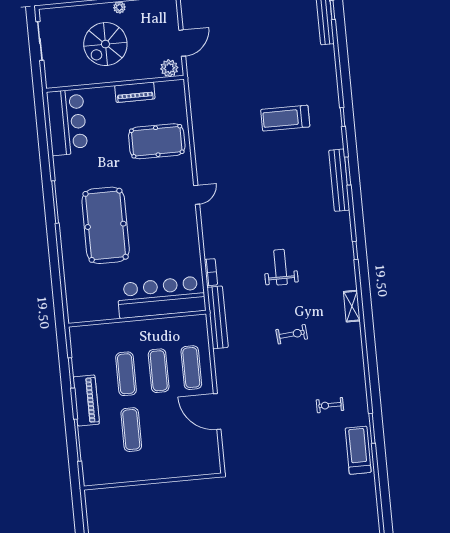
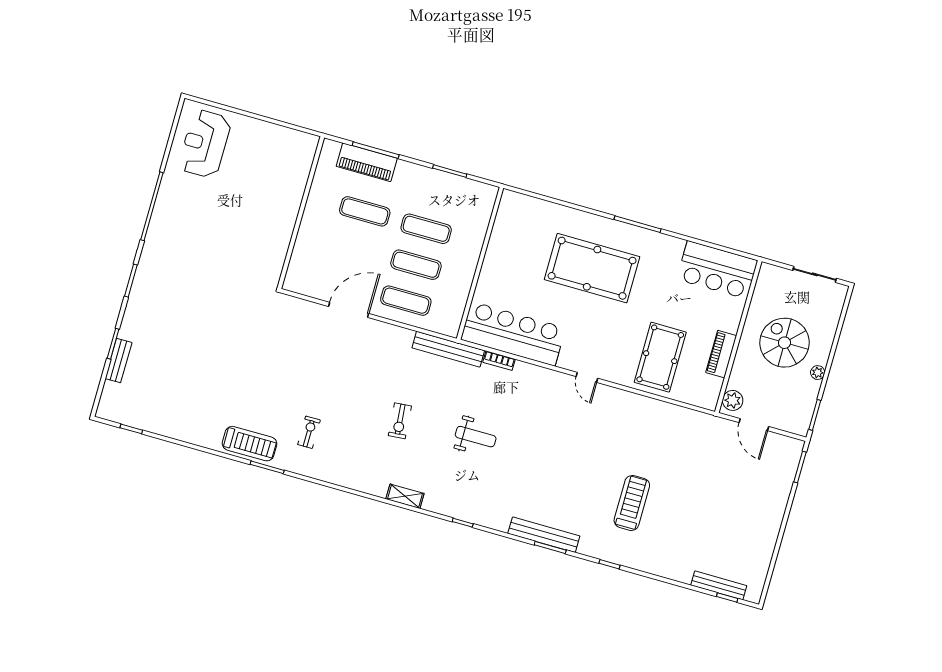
bar counter: (161, 297) -> (513, 334), moved, turned -90
piano: (86, 400) -> (367, 162), moved

